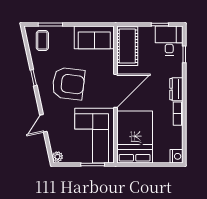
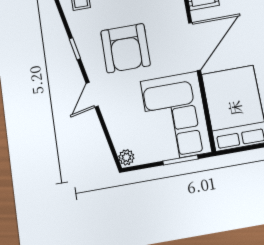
armchair: (68, 84) -> (125, 48), turned 83
door: (43, 123) -> (92, 95), moved

